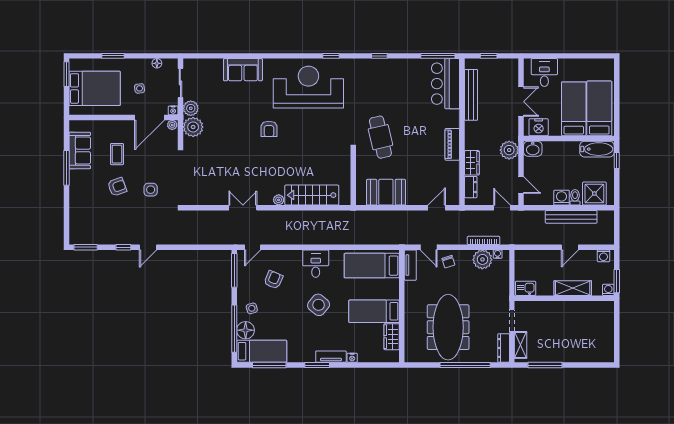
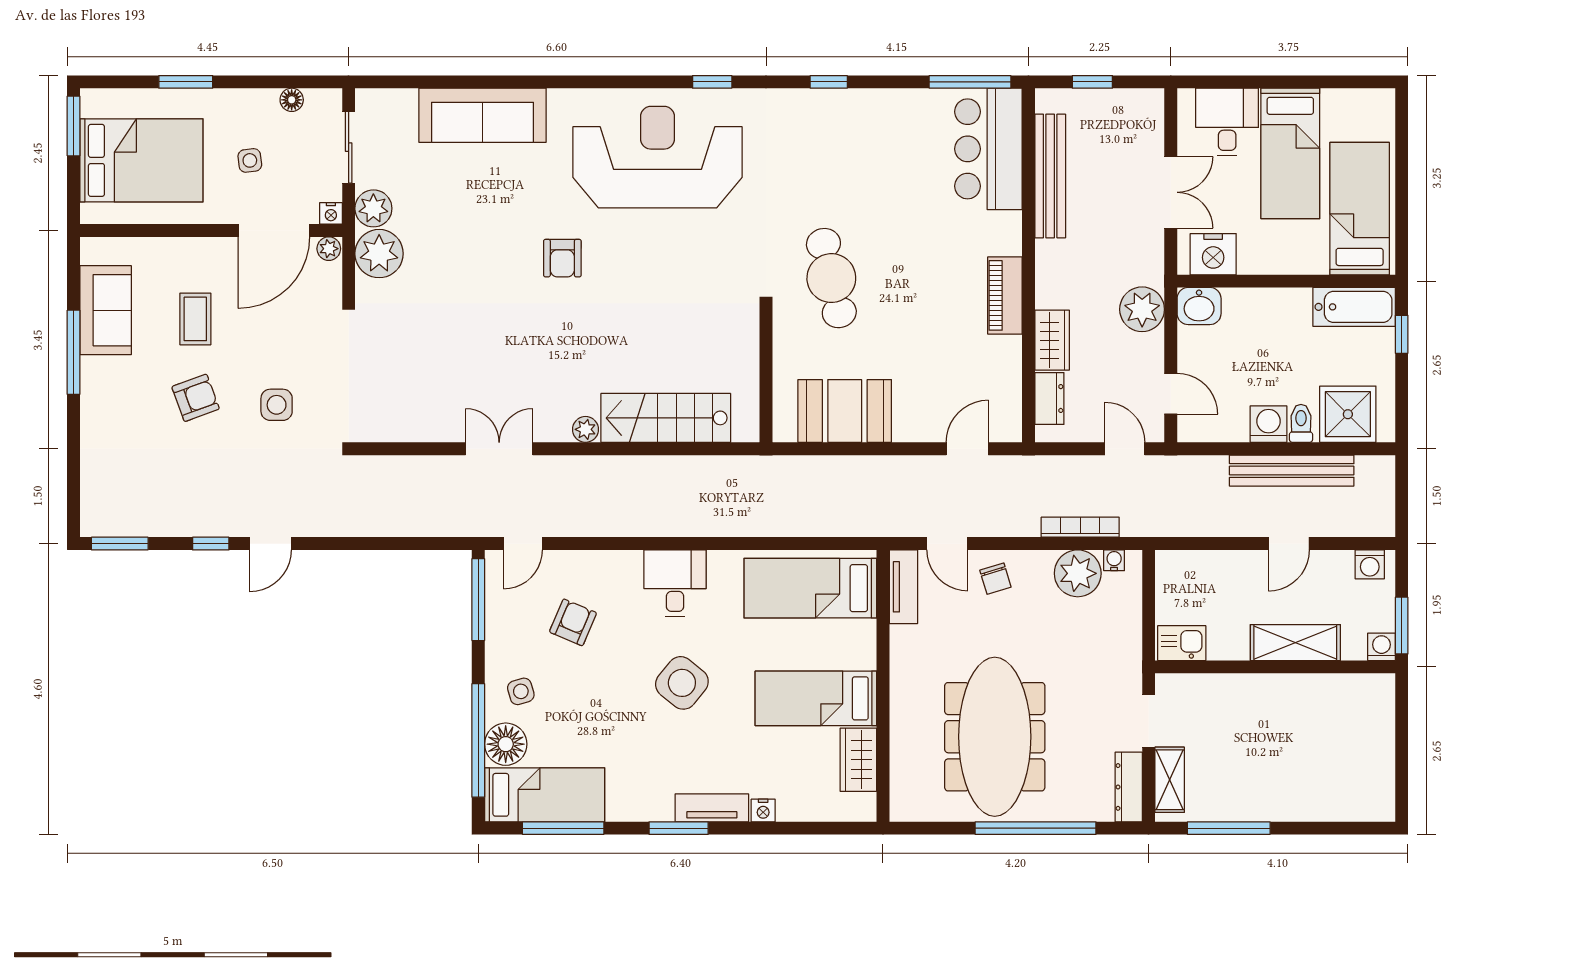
sofa: (243, 70) -> (483, 115), width x1.36
bed: (574, 109) -> (1290, 153), moved, turned 180

